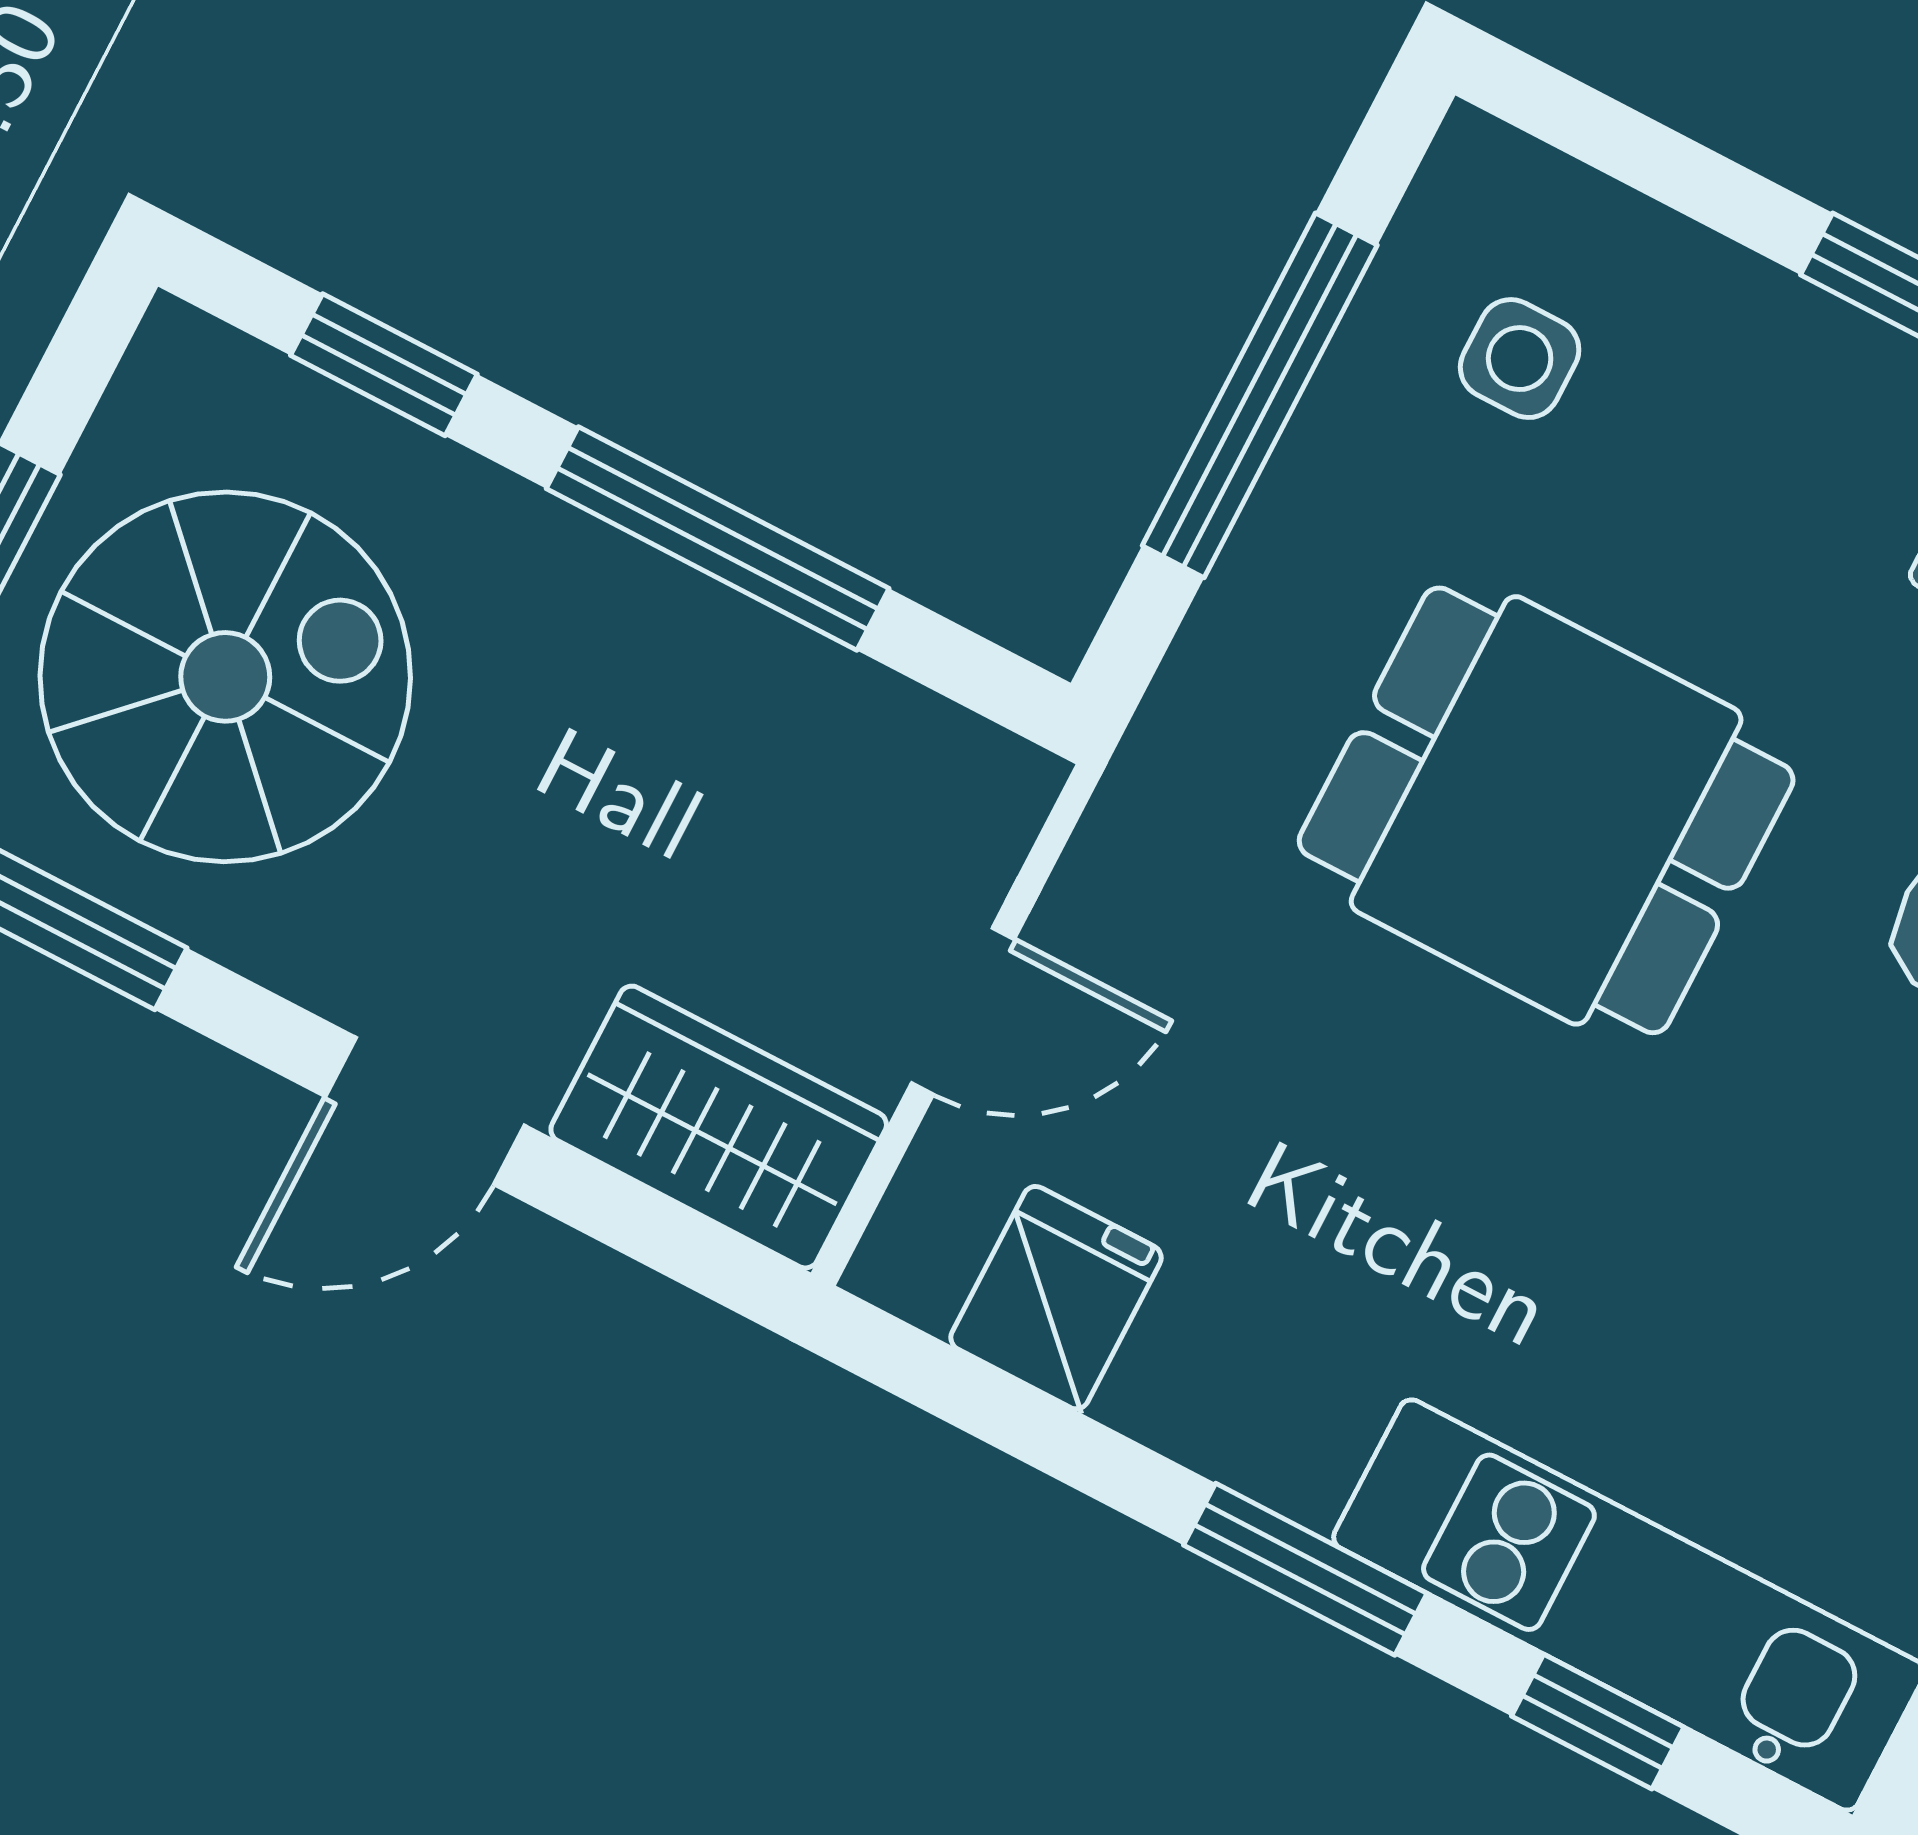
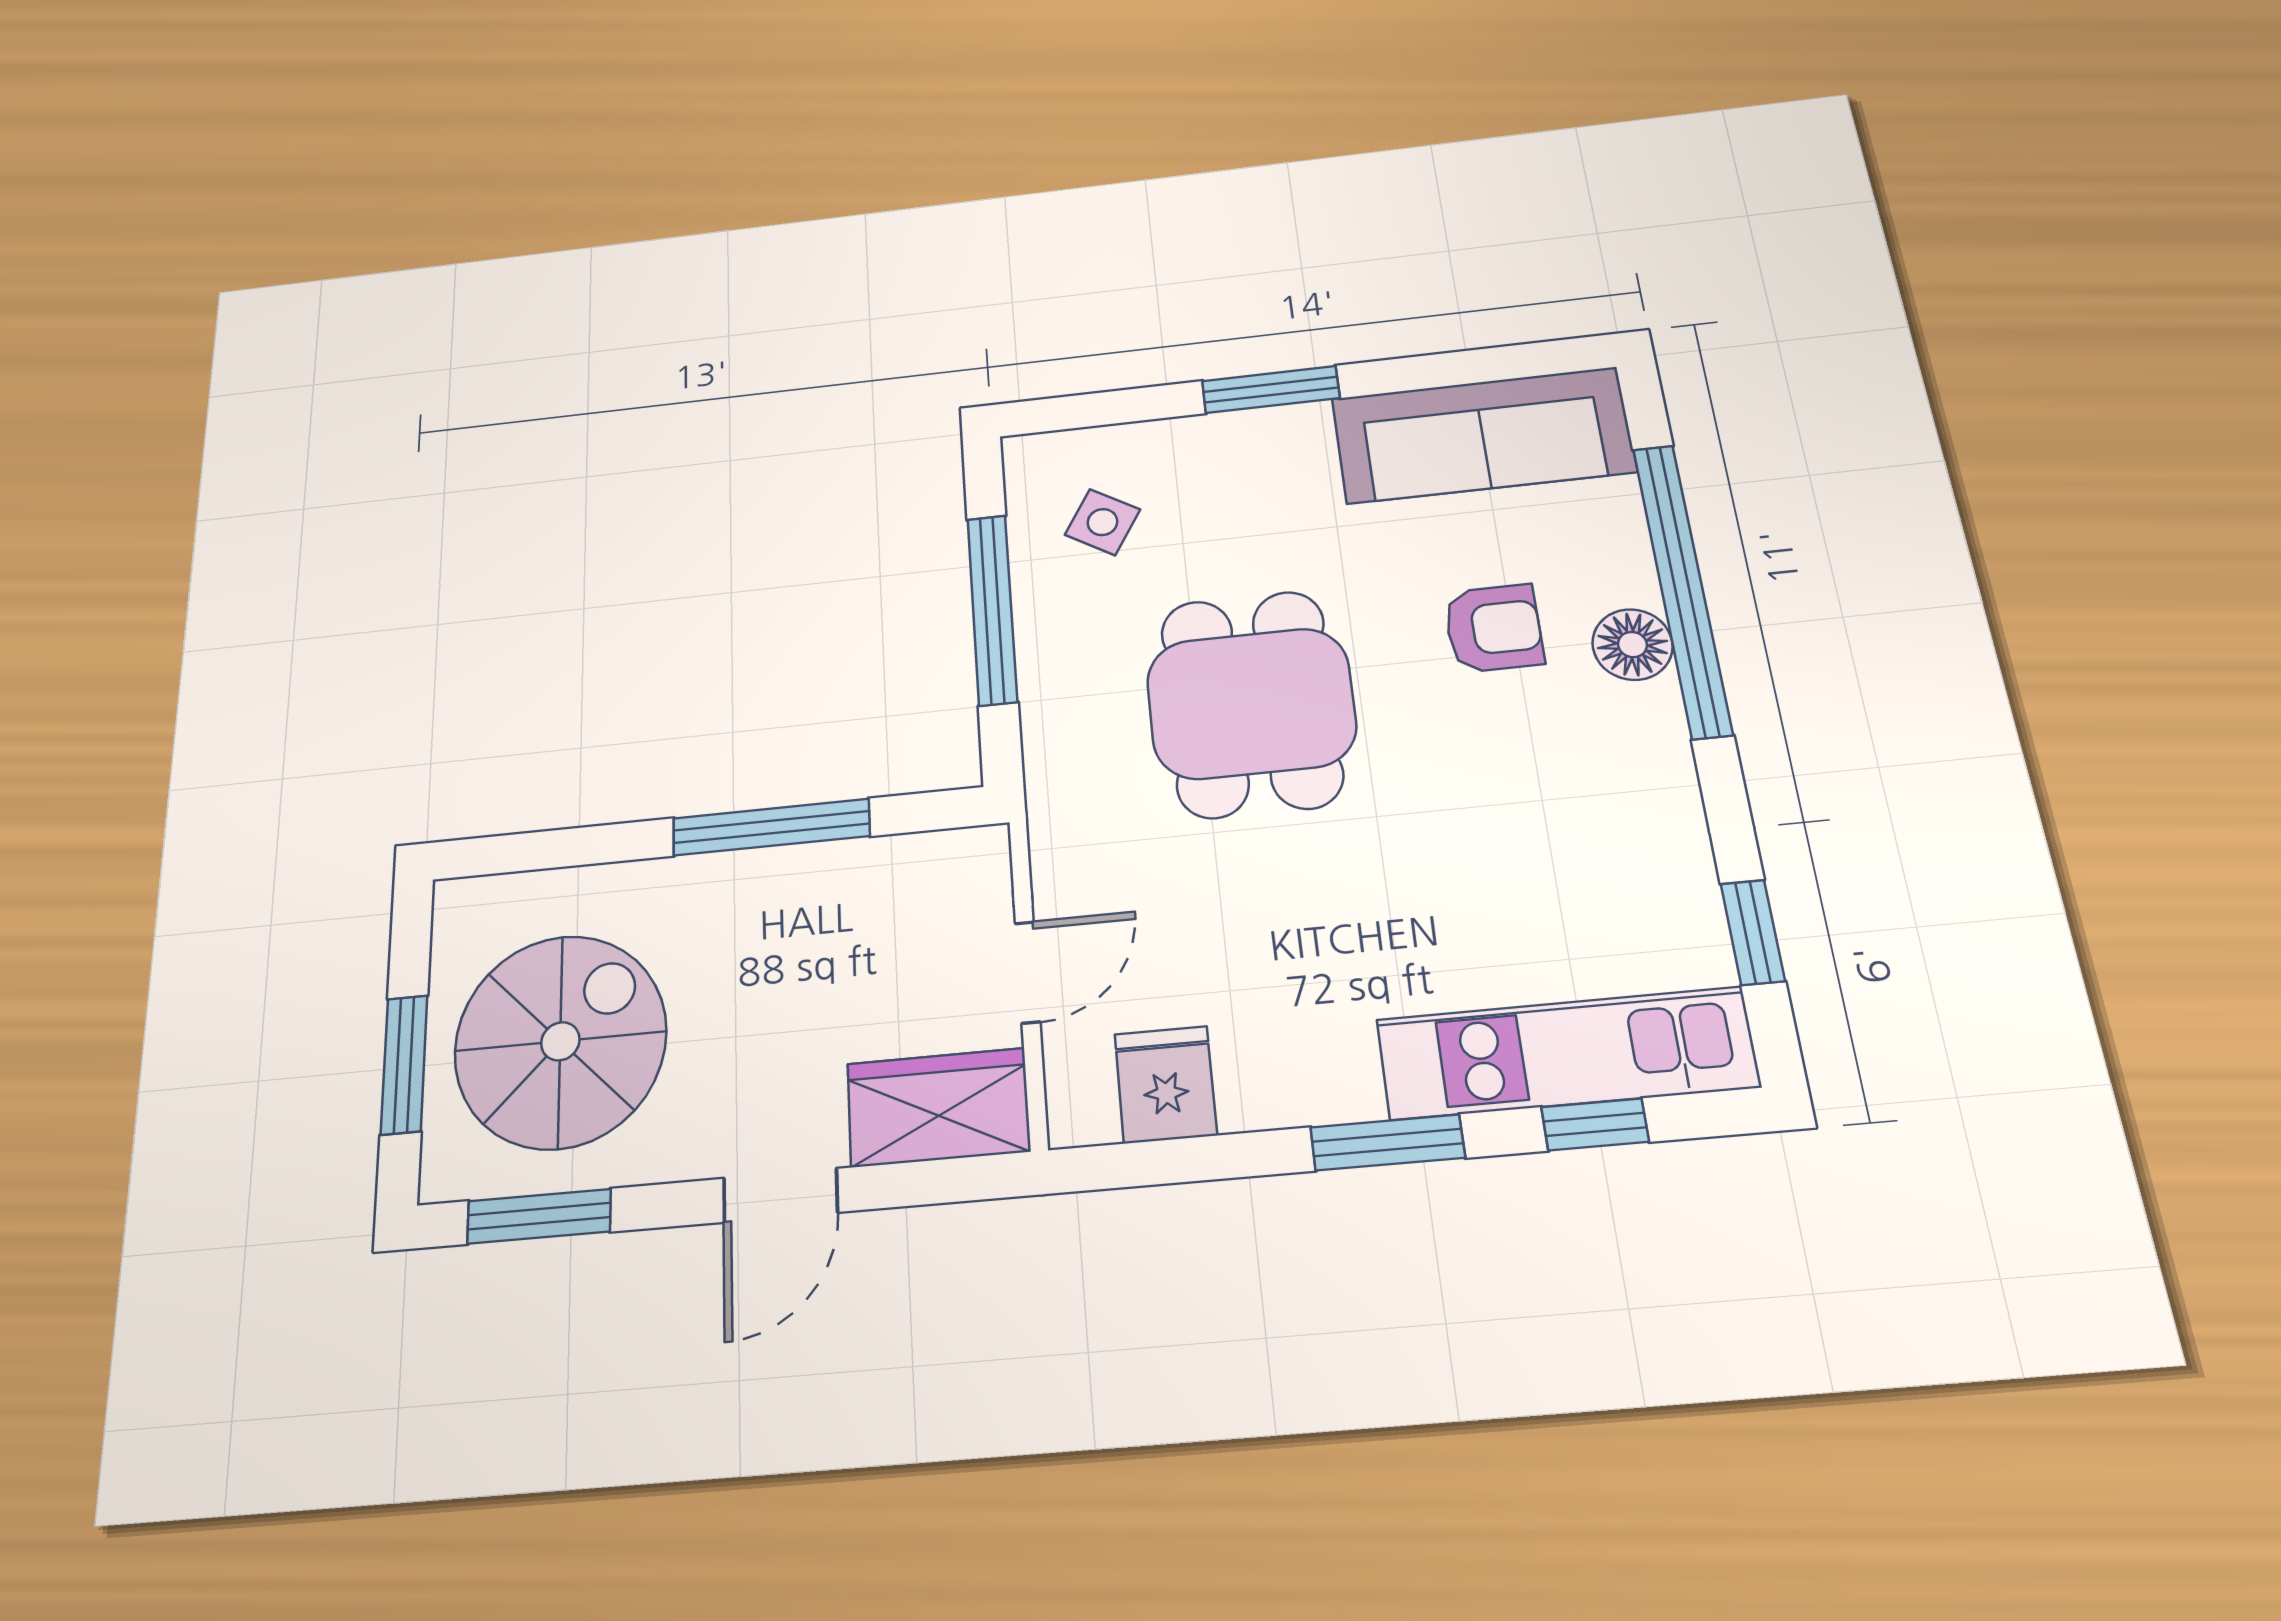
side table: (1520, 359) -> (1102, 522), turned 31
window: (384, 365) -> (563, 848), removed
dining table: (1546, 810) -> (1251, 703), turned 90

